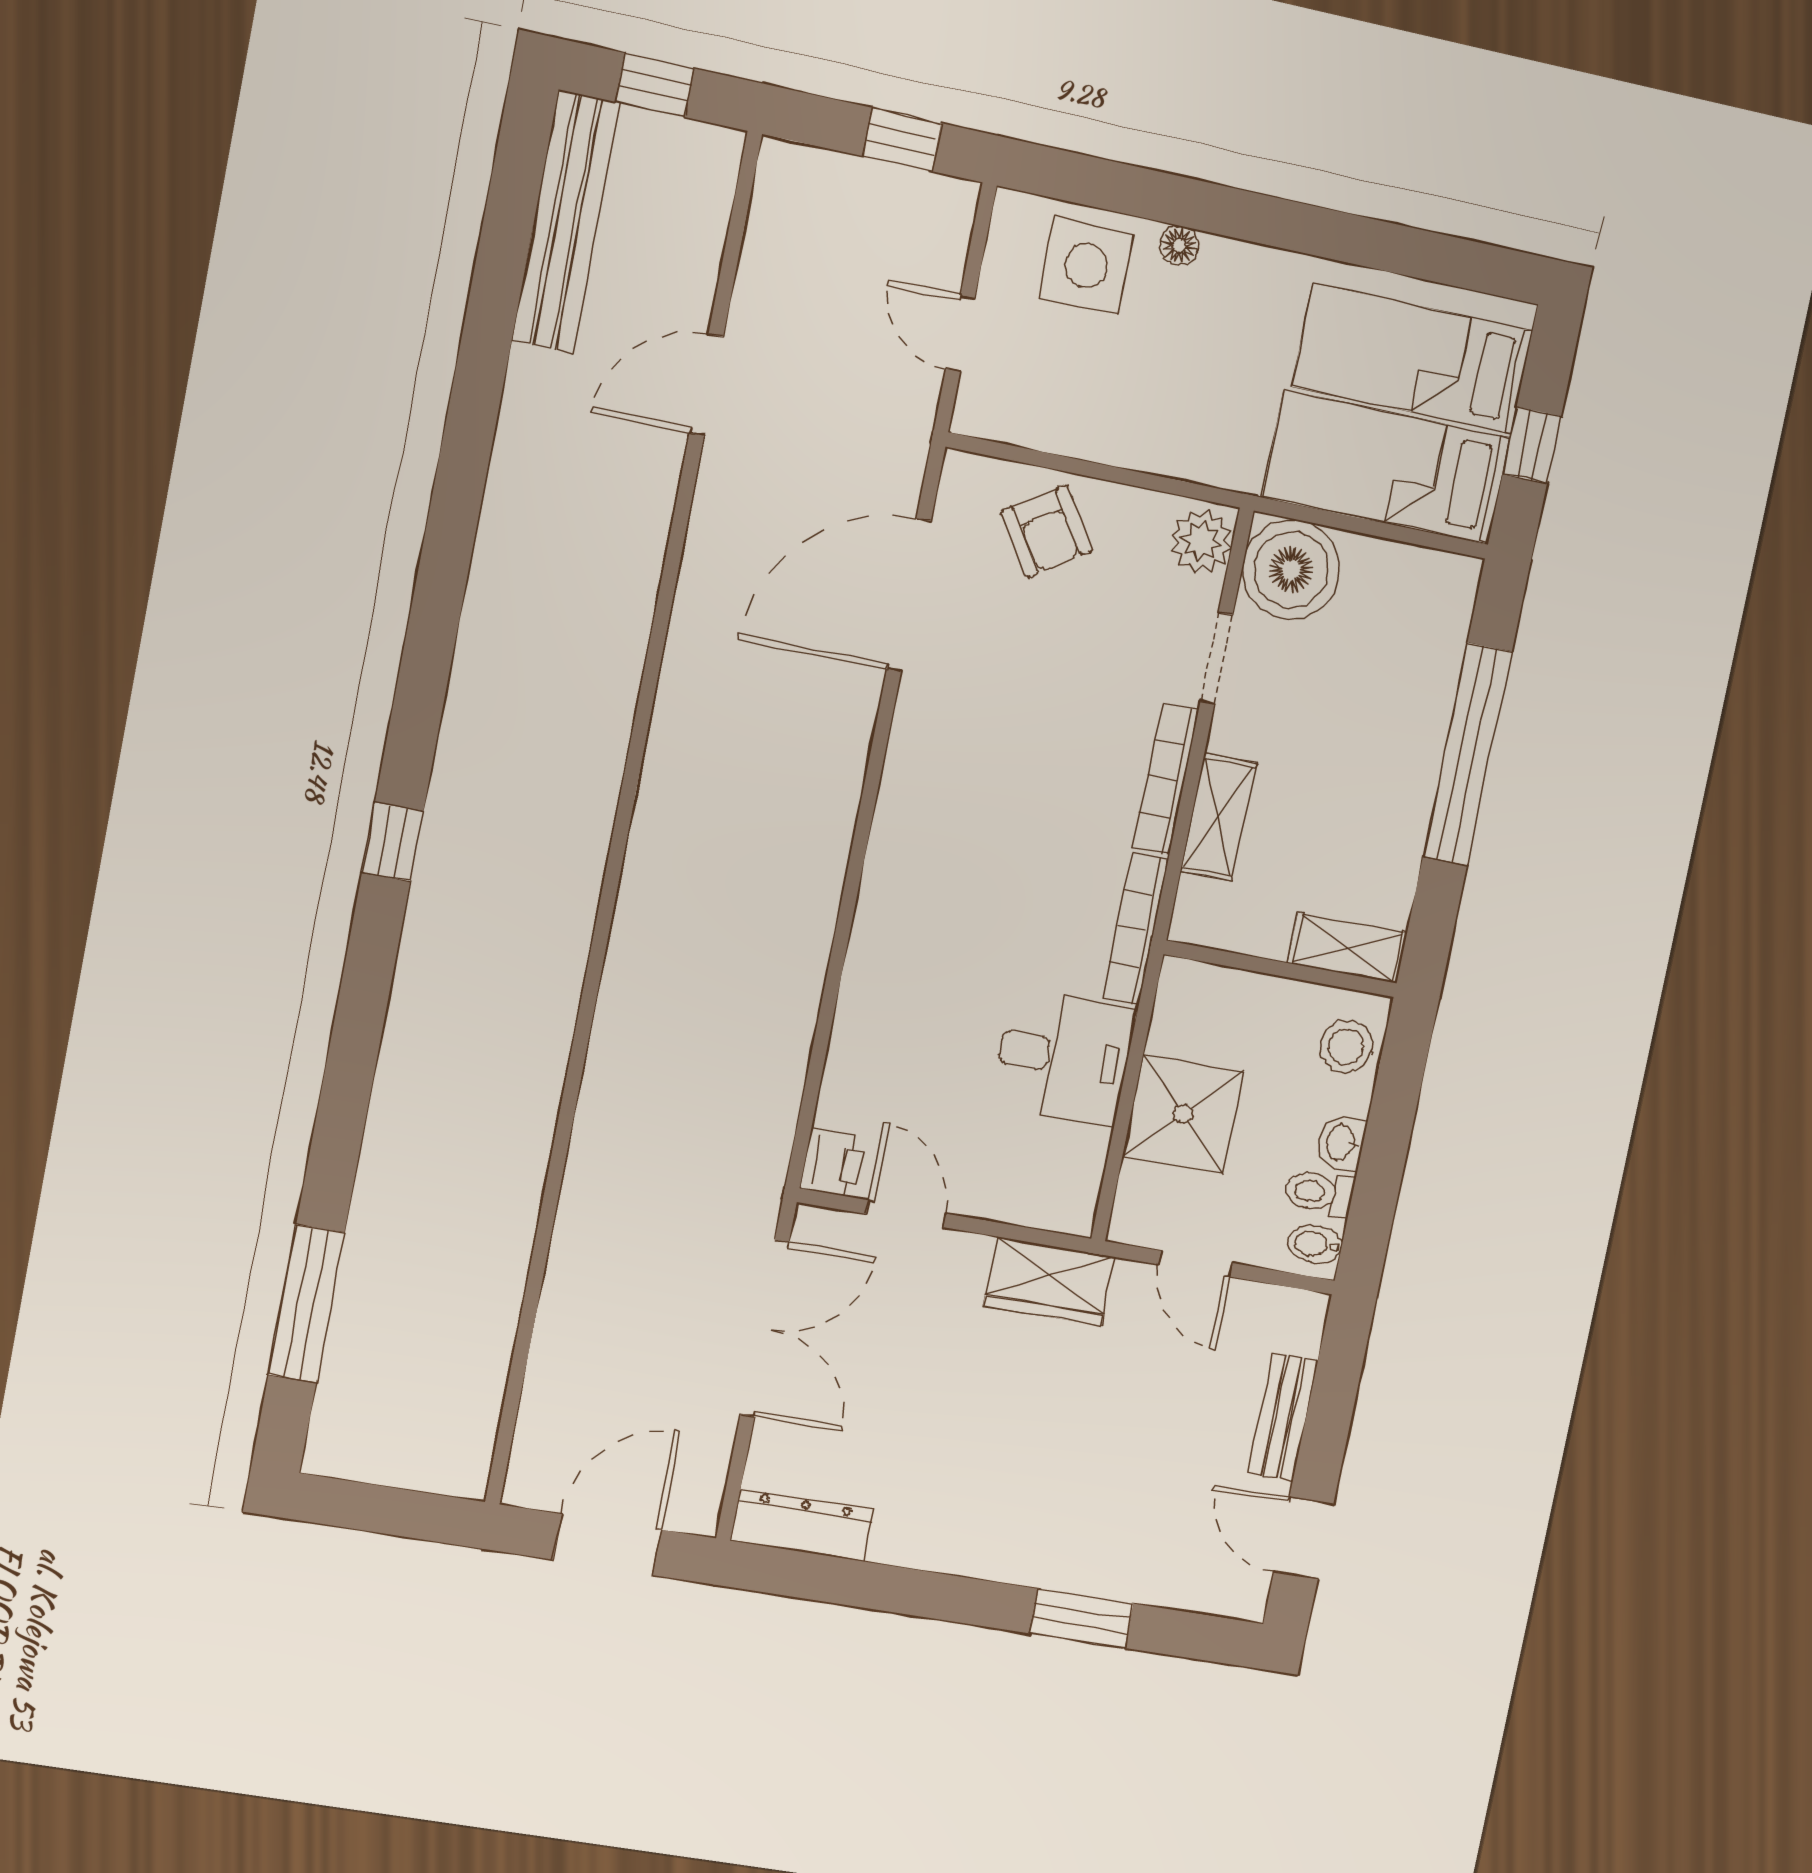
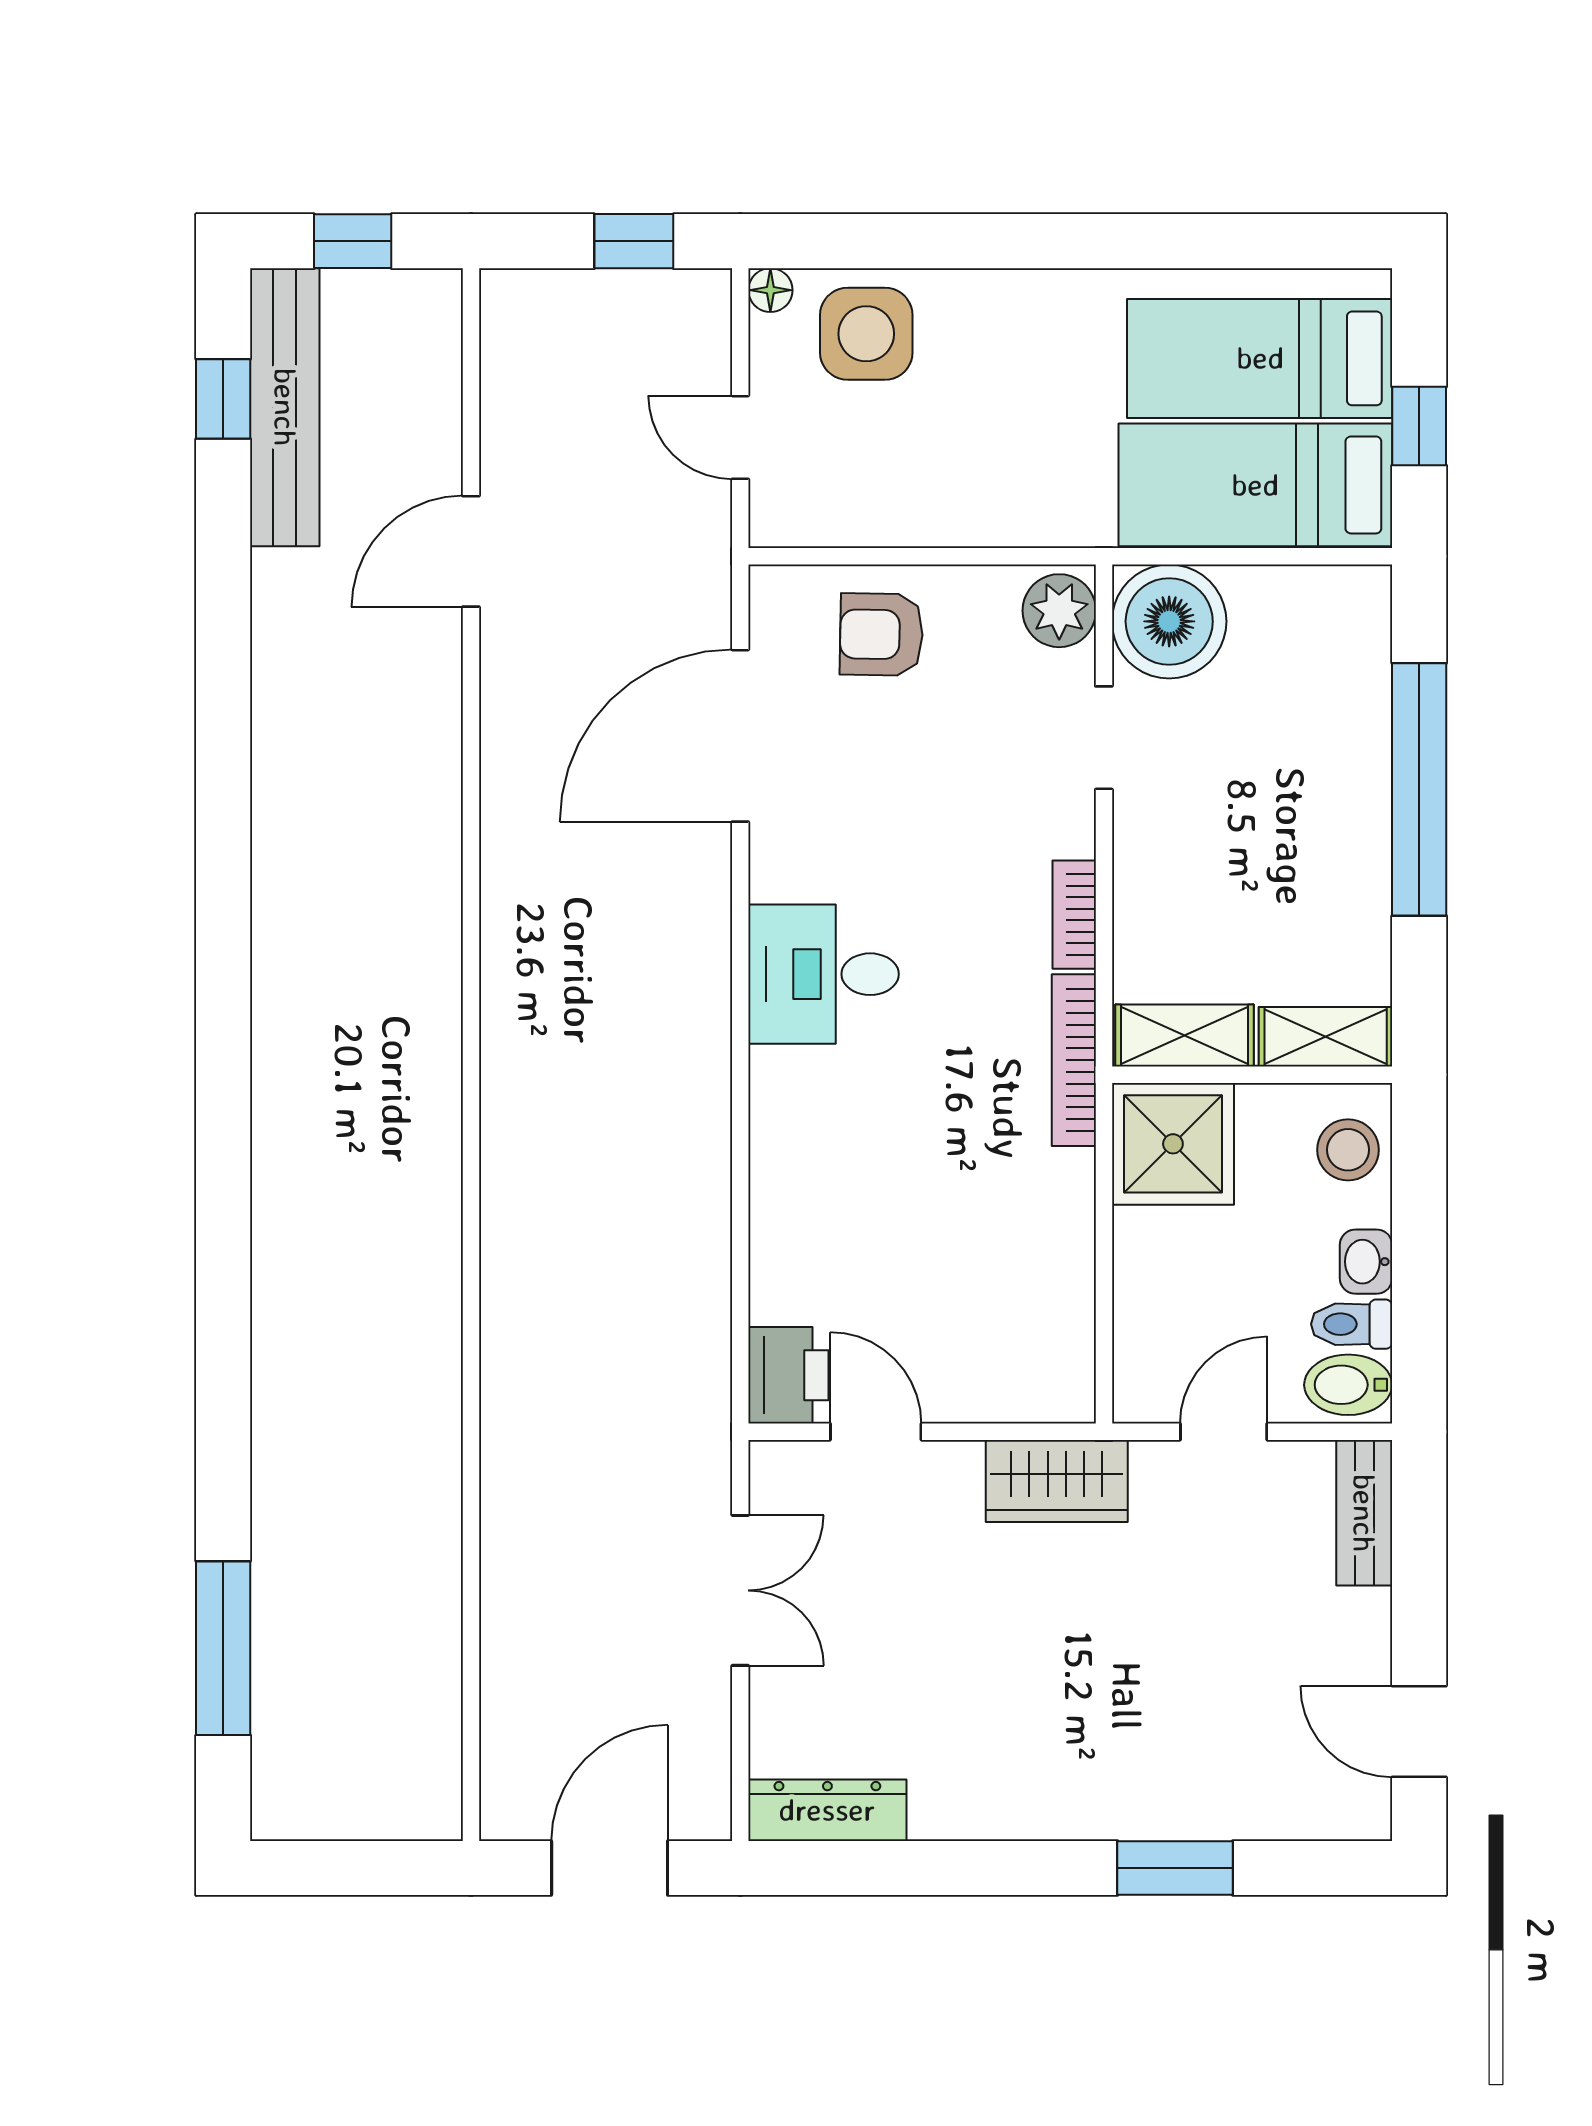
floor lamp: (1179, 246) -> (770, 290), moved
armchair: (1047, 531) -> (881, 634), turned 124
bookcase: (1166, 779) -> (1074, 915), width x0.64
shelving: (1218, 817) -> (1184, 1036), moved, turned 90
window: (393, 842) -> (223, 399), moved
desk: (1063, 1057) -> (824, 974), moved, turned 180
shower: (1183, 1114) -> (1173, 1144), moved
printer: (833, 1163) -> (788, 1375), width x1.36, depth x1.24
bidet: (1315, 1244) -> (1348, 1385), width x1.38, depth x1.36
door: (1196, 1264) -> (1224, 1432), swing flipped
double door: (765, 1328) -> (740, 1590), width x0.73
bench: (1283, 1417) -> (1364, 1513), moved

